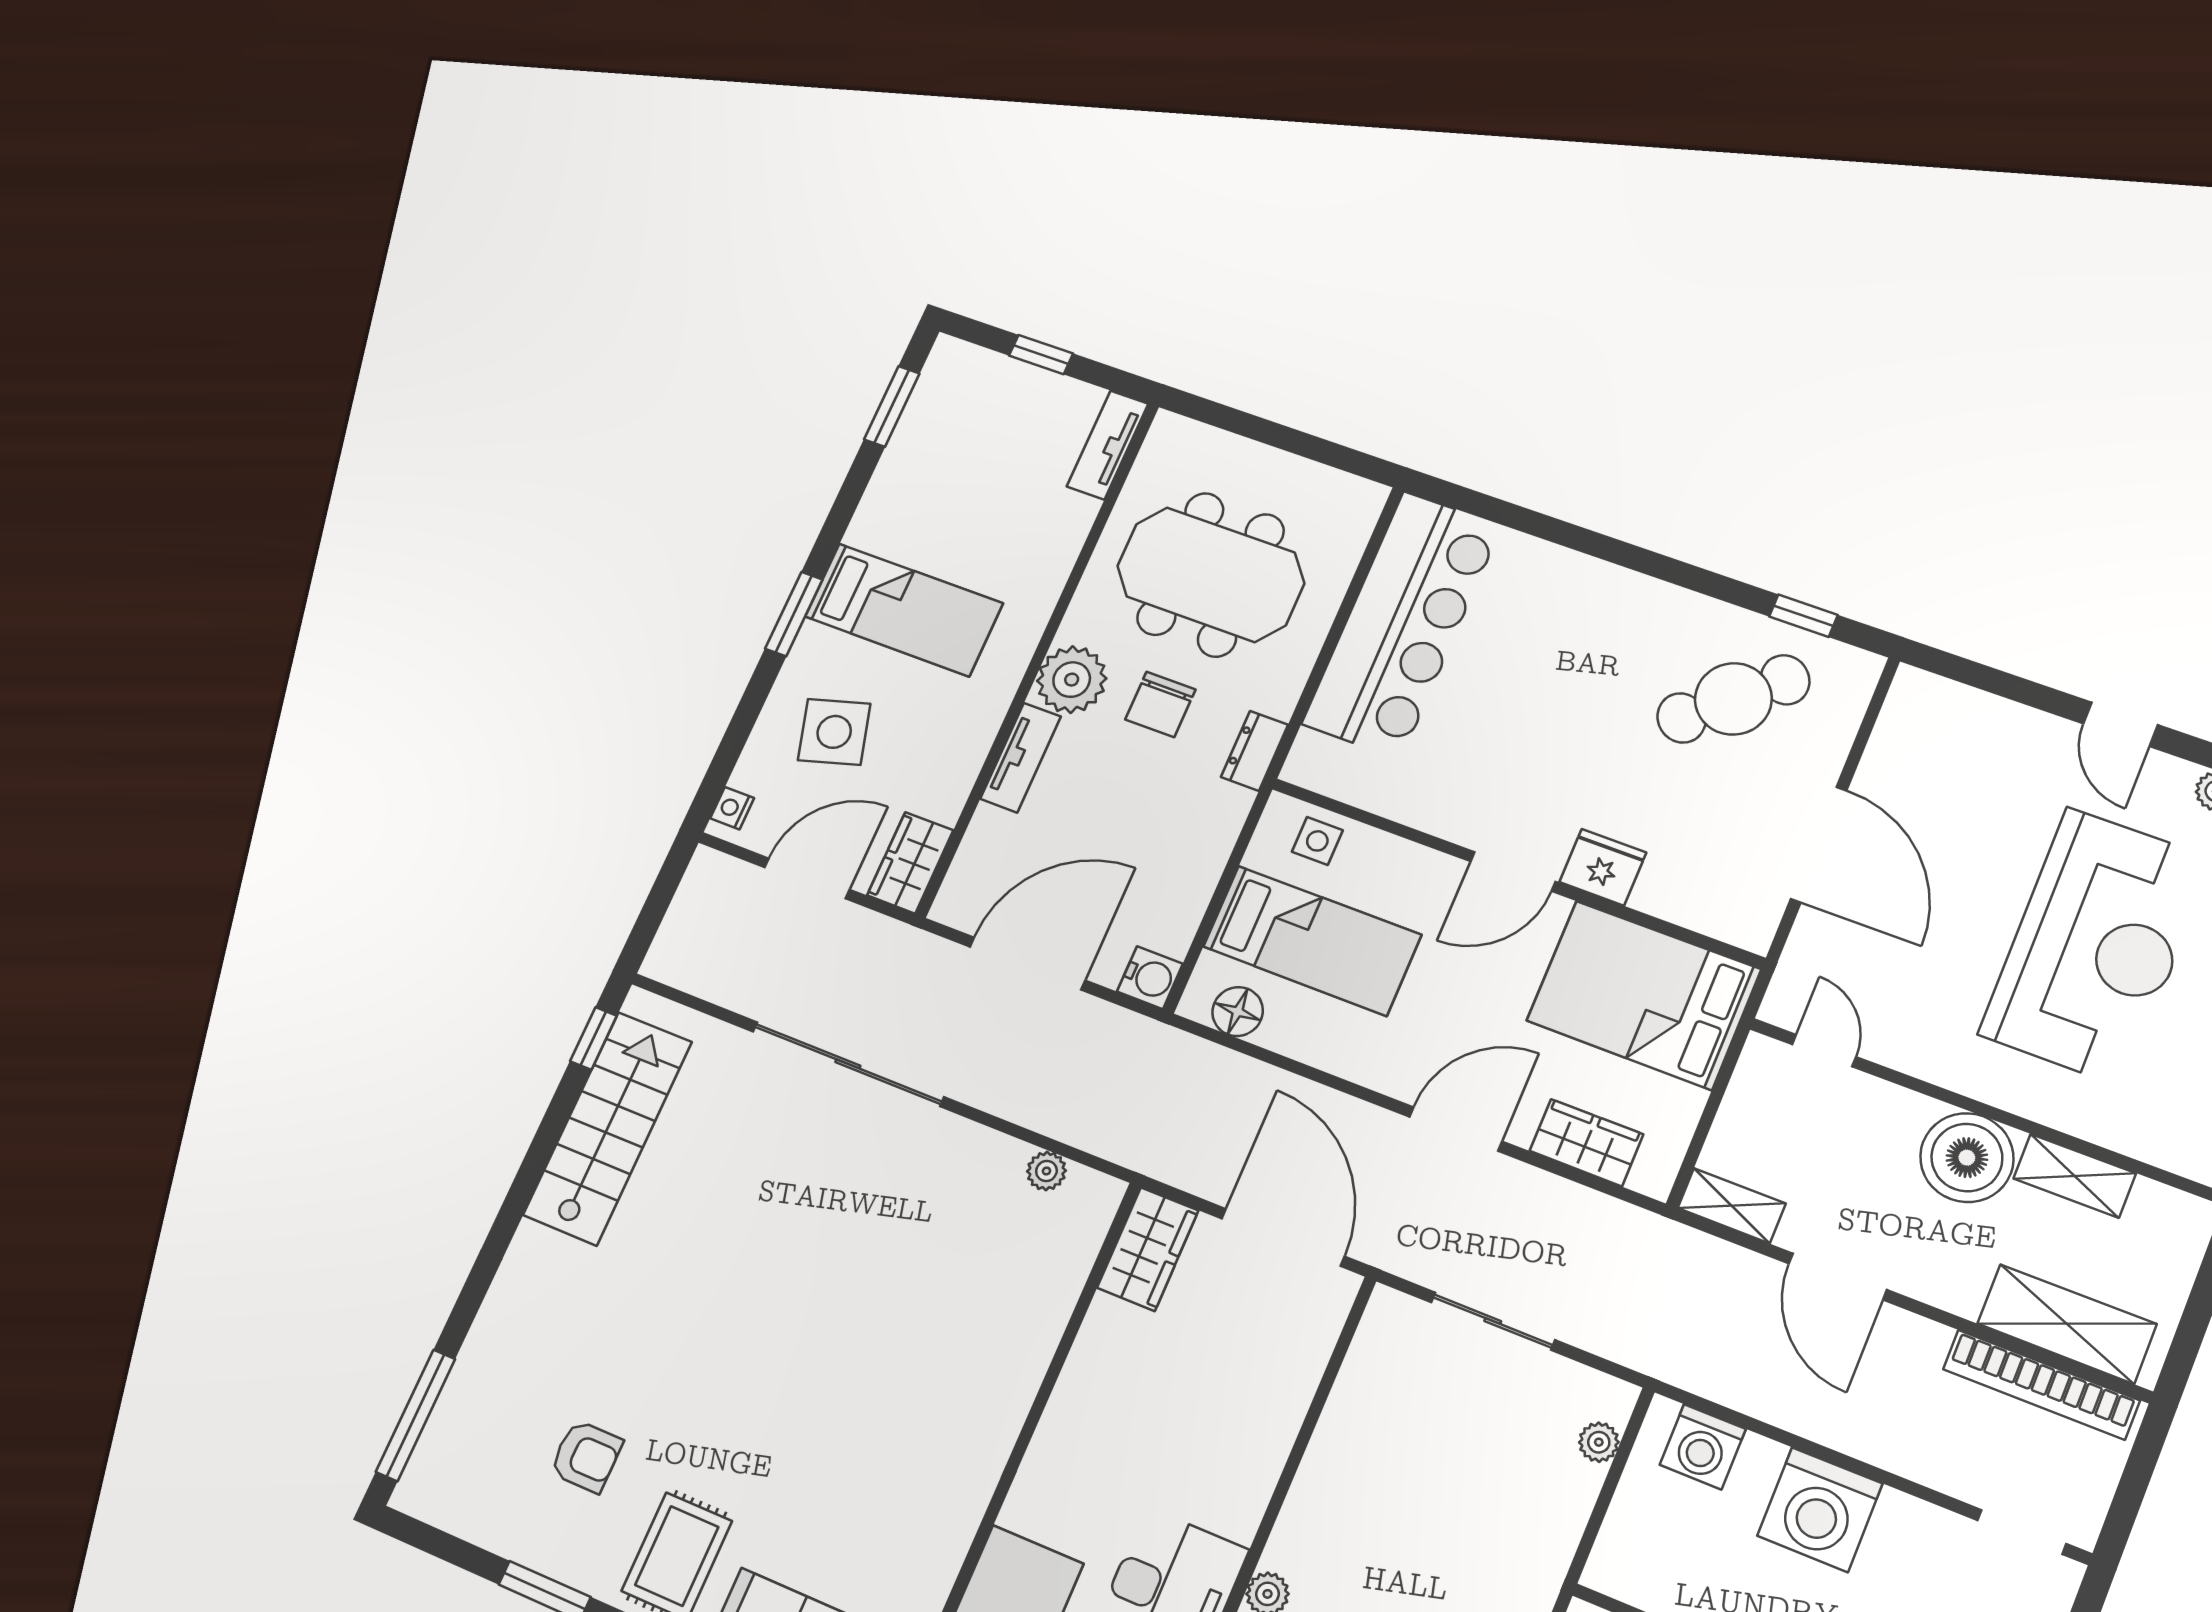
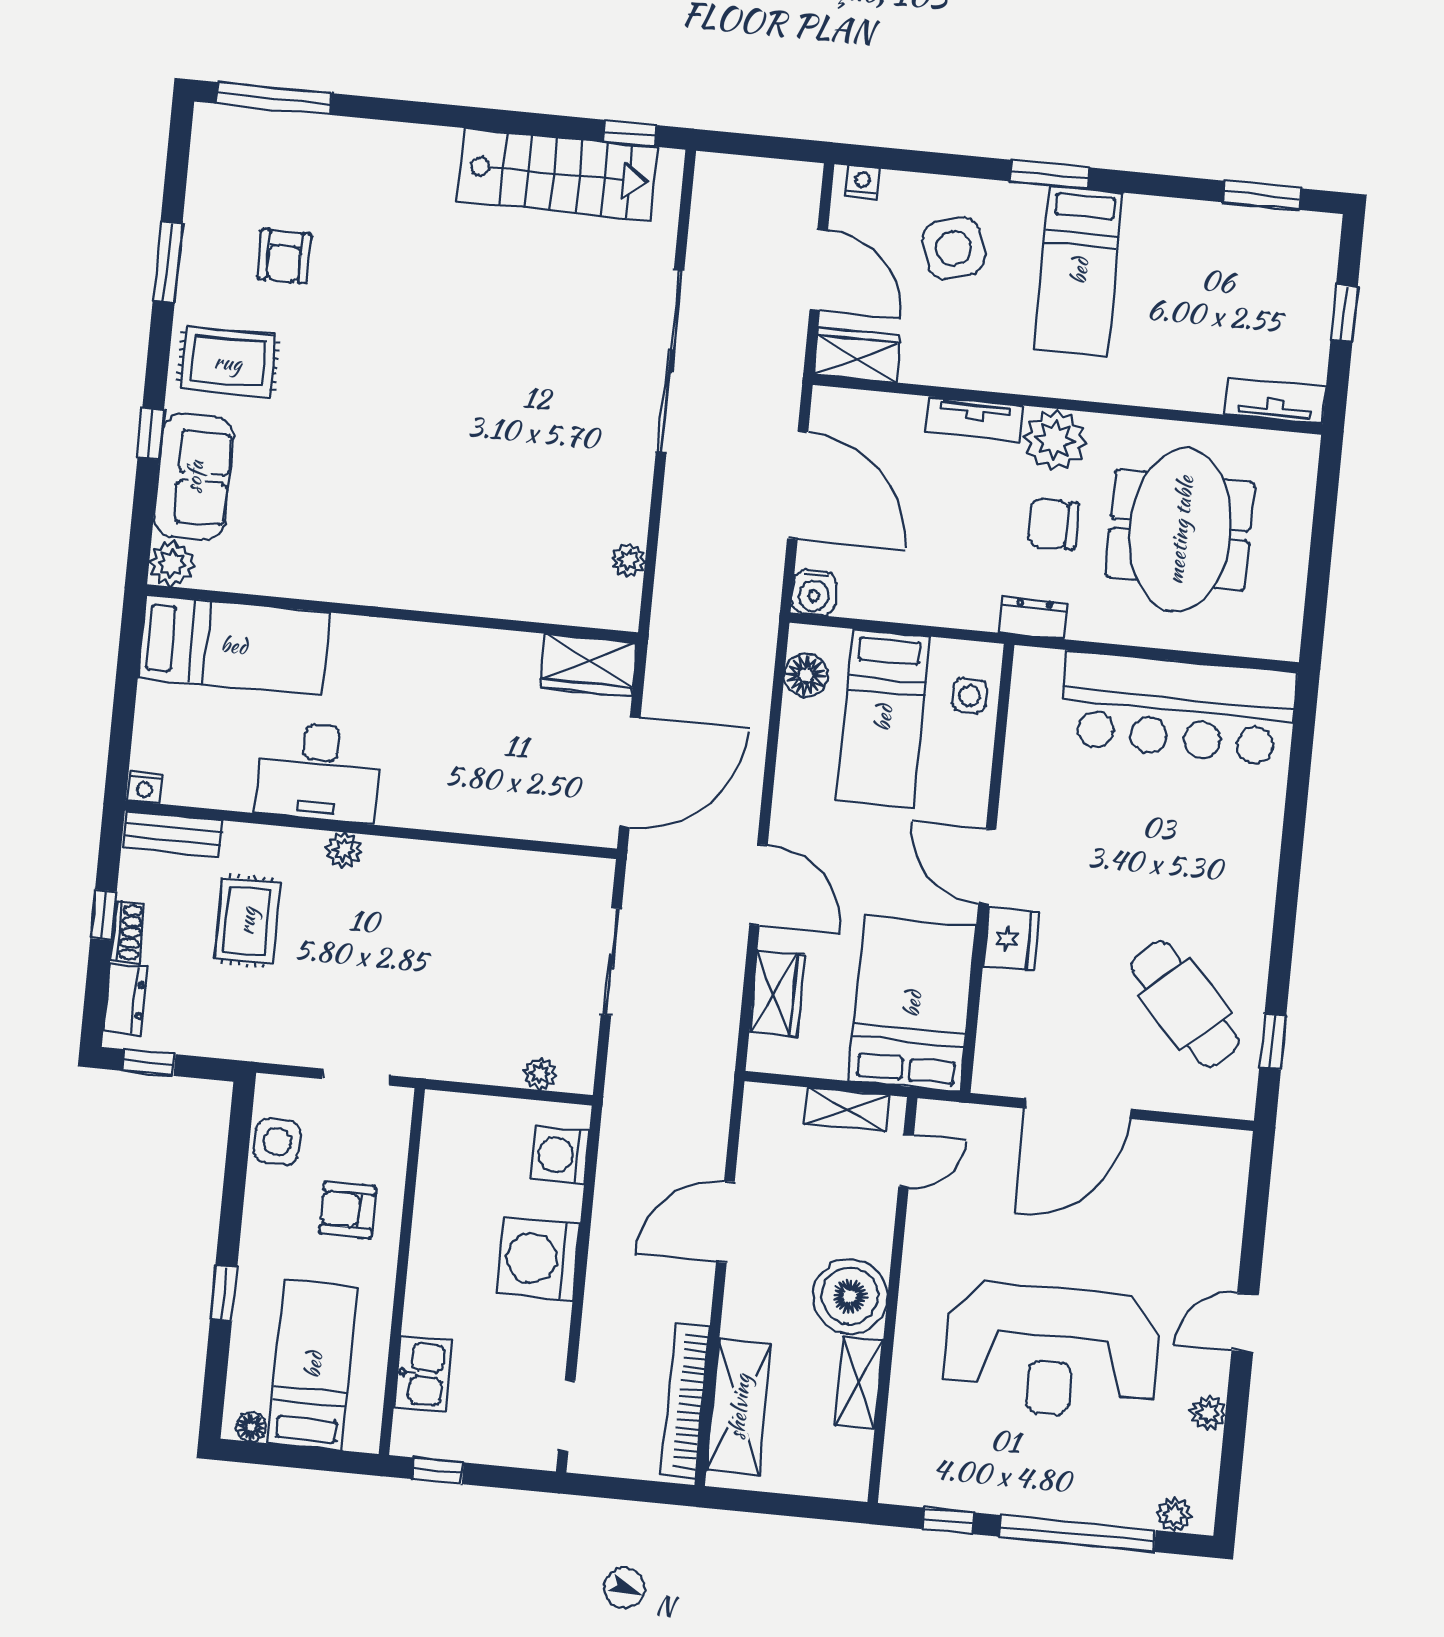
shelving: (1732, 1206) -> (846, 1109), moved, turned 90

